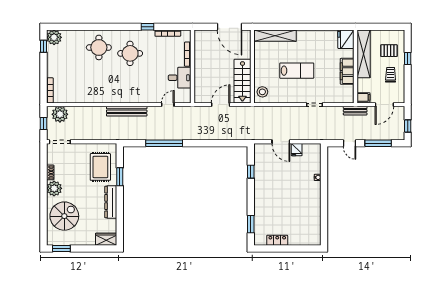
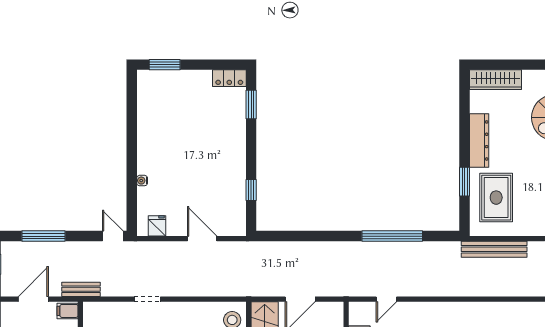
bench: (127, 111) -> (494, 249), moved
door: (349, 143) -> (113, 236), moved
fridge: (297, 150) -> (157, 226), moved
wardrobe: (106, 239) -> (495, 80), width x1.50
locker: (277, 240) -> (229, 78), moved
window: (304, 249) -> (165, 65), added

